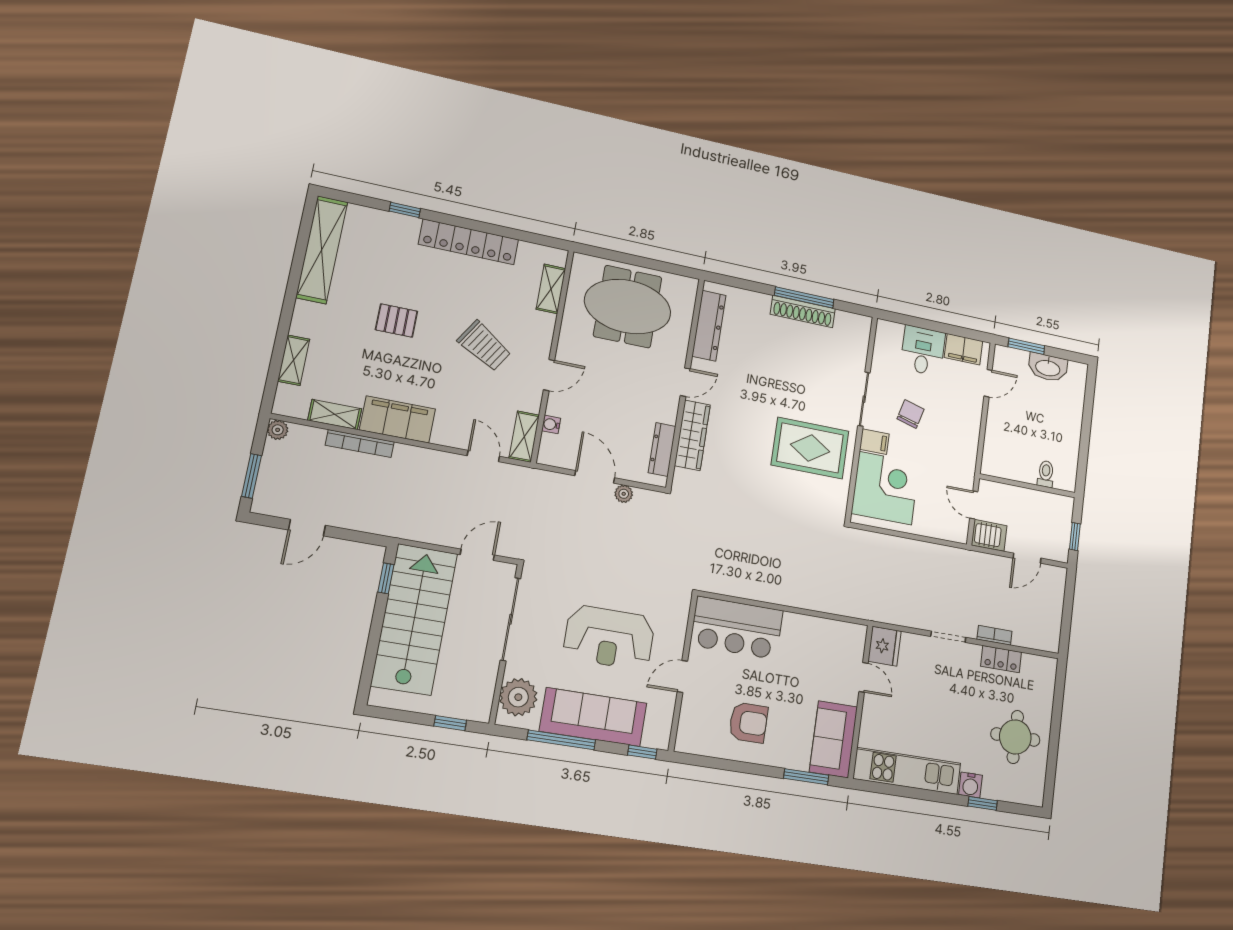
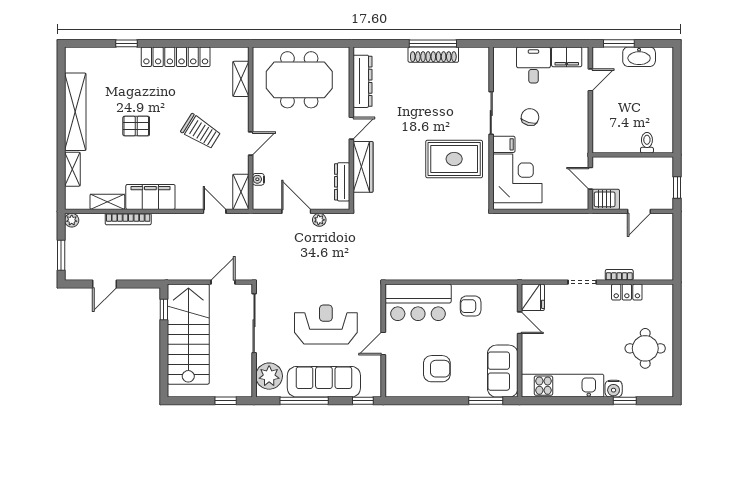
shelving: (322, 250) -> (75, 112), moved
reception desk: (609, 637) -> (326, 325), turned 180
armchair: (804, 644) -> (471, 306), added

